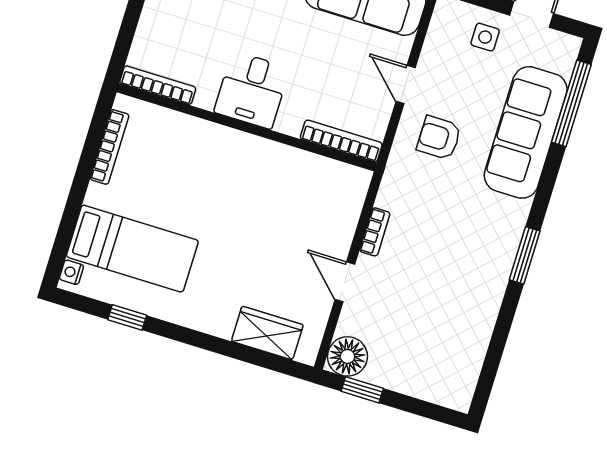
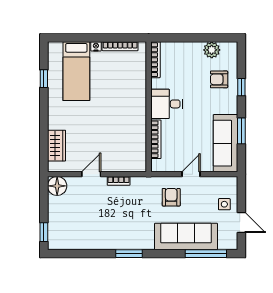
bookcase: (341, 141) -> (156, 139), moved
nightstand: (71, 272) -> (96, 46), moved
window: (362, 390) -> (44, 232), moved

